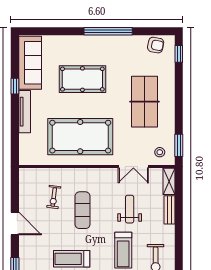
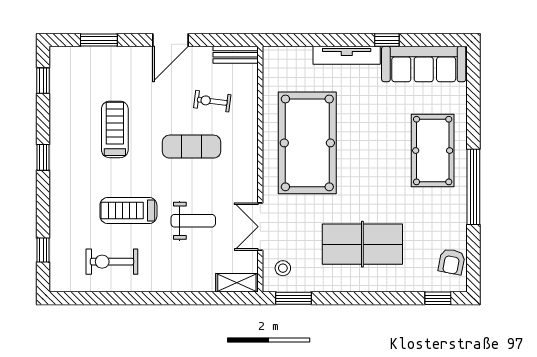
pool table: (82, 79) -> (433, 151), moved
bench: (169, 210) -> (236, 55), moved

